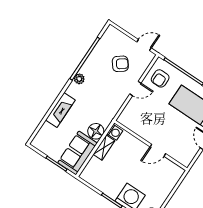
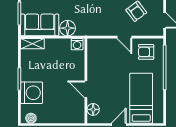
shelving: (104, 148) -> (32, 44), moved
floor lamp: (179, 155) -> (93, 109), added

